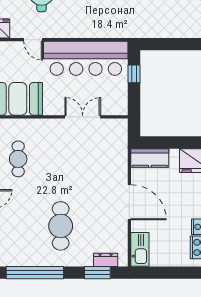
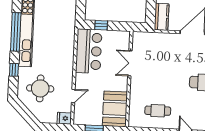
bar counter: (86, 58) -> (89, 51), width x0.73

